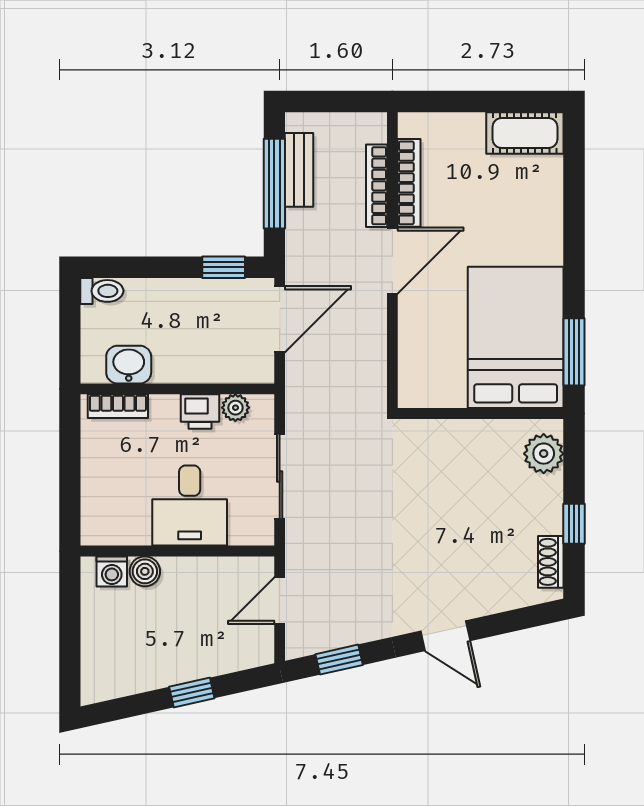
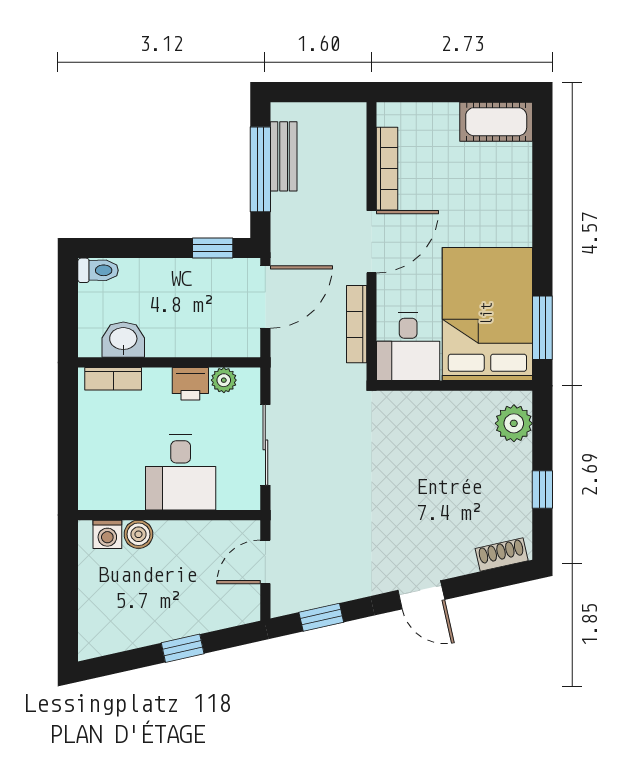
bookcase: (377, 186) -> (357, 324), moved
desk: (431, 372) -> (408, 347), added
shoe rack: (551, 562) -> (502, 555), moved, turned 77

